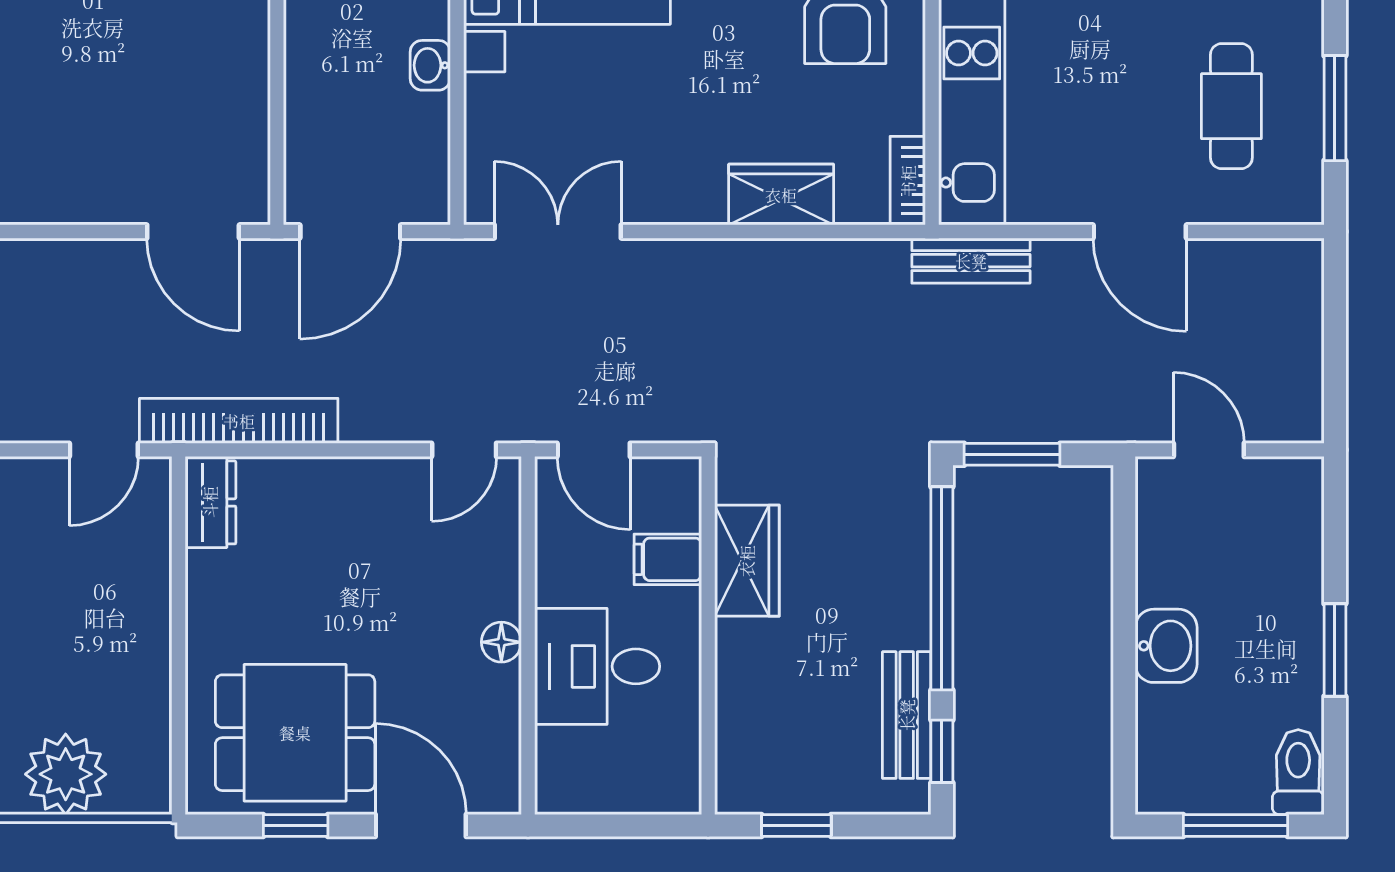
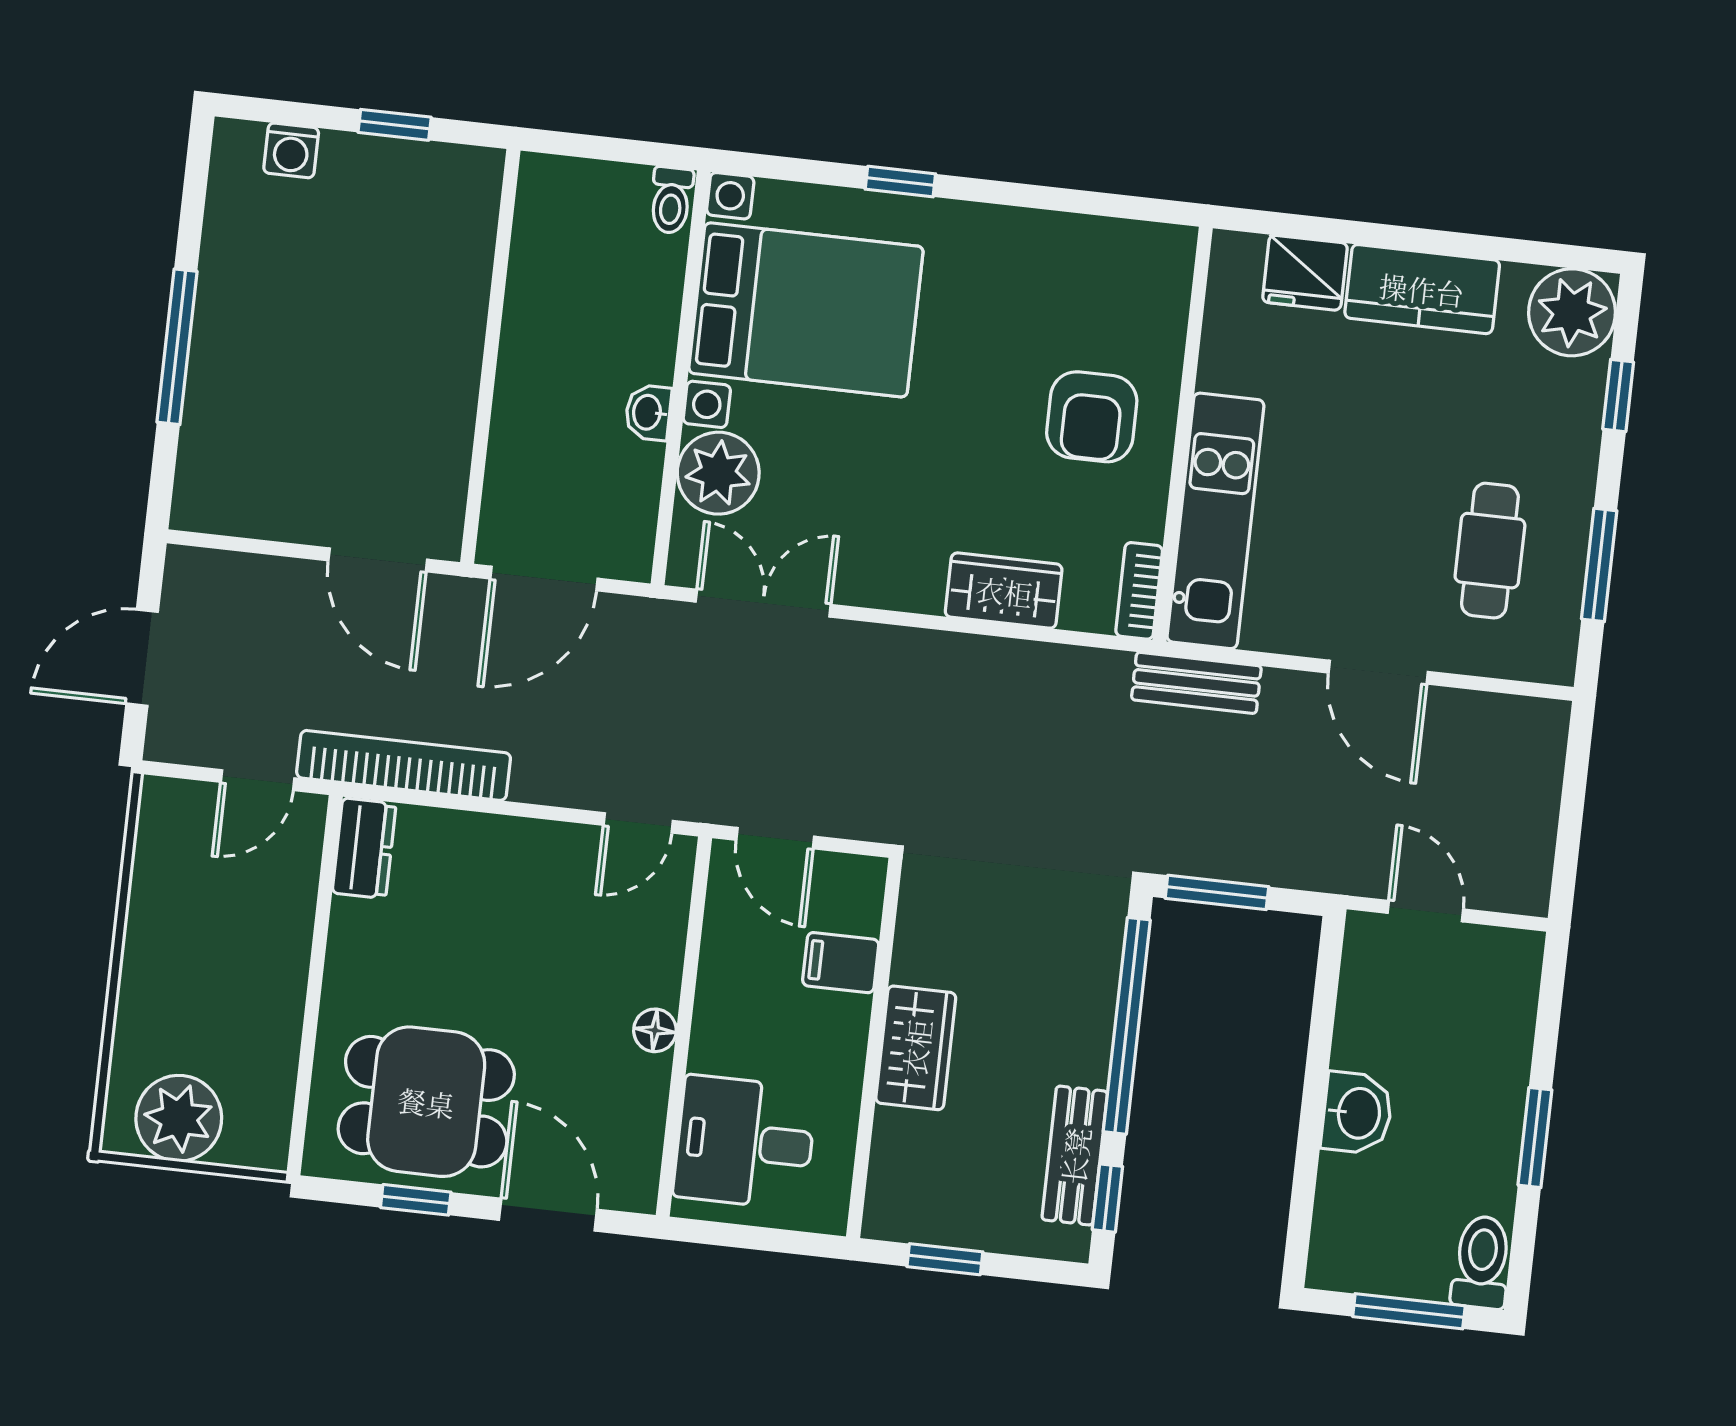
plant: (502, 115) -> (718, 473), added
wardrobe: (747, 561) -> (916, 1048), moved
desk: (597, 666) -> (745, 1142), moved

